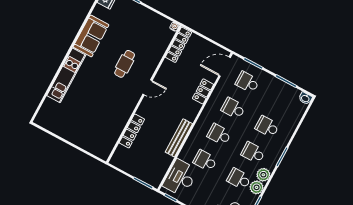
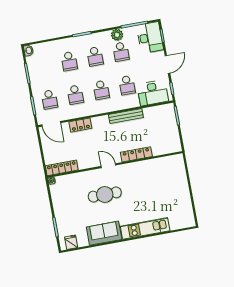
cafe table: (125, 64) -> (105, 194), width x1.37, depth x1.35
locker: (132, 131) -> (136, 154), moved
plant: (263, 175) -> (105, 37), removed

